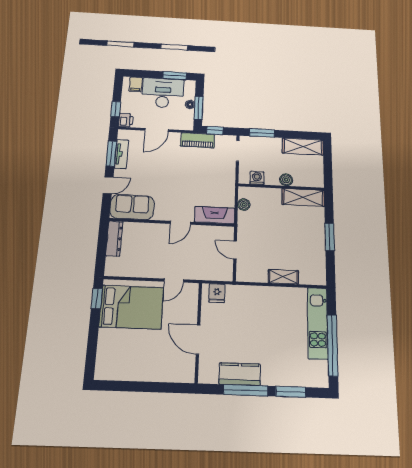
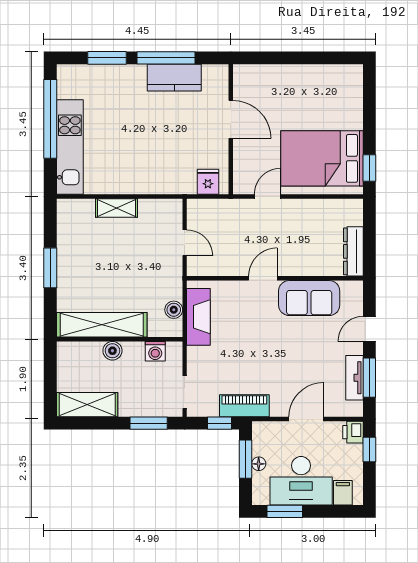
shelving: (303, 197) -> (102, 325), width x1.47
sofa: (132, 207) -> (309, 298), moved
fireplace: (215, 215) -> (198, 317), moved, turned -90

